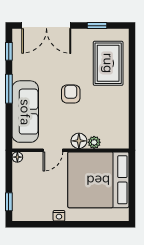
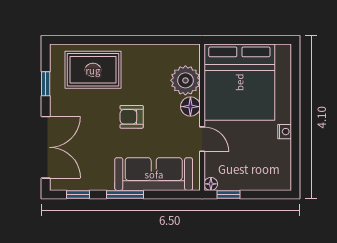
plant: (94, 142) -> (185, 80), width x1.88, depth x1.88
window: (9, 202) -> (229, 194), moved

